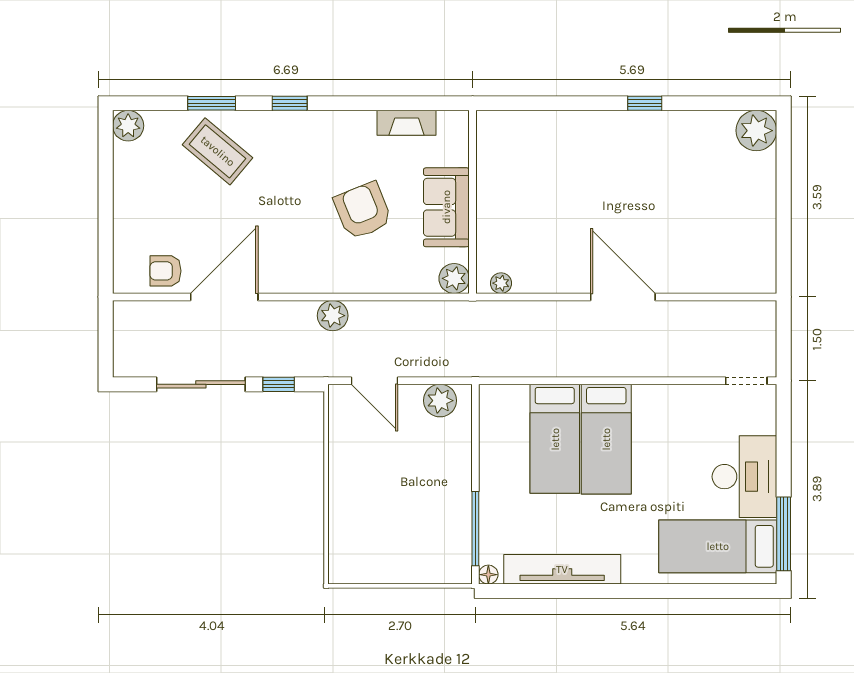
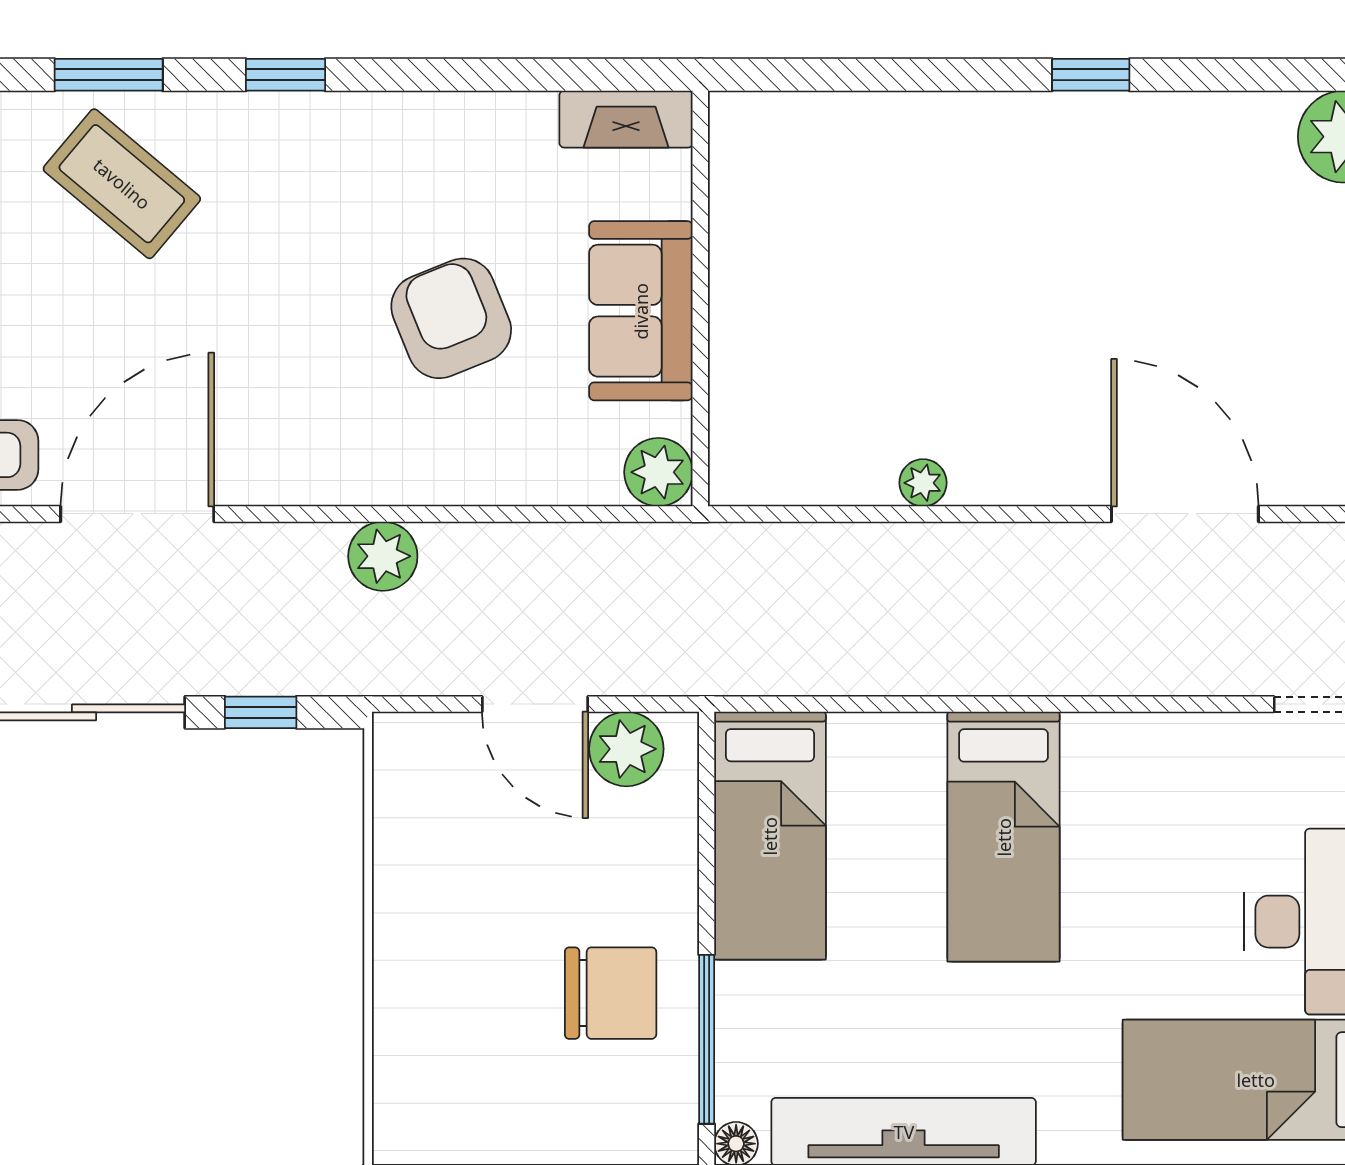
fireplace: (407, 123) -> (626, 119), moved
plant: (501, 283) -> (923, 483), moved
door: (623, 297) -> (1185, 514), moved
door: (375, 381) -> (535, 704), moved
bed: (555, 439) -> (770, 836), moved
chair: (433, 508) -> (611, 993), added

